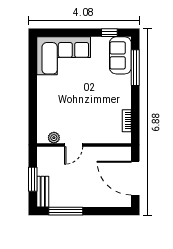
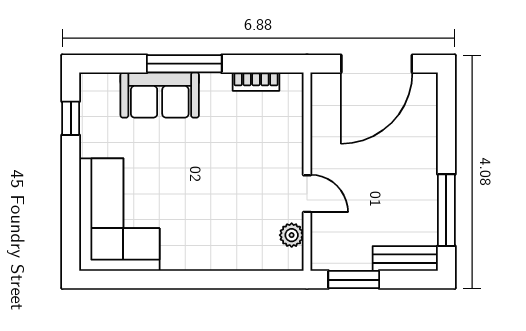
sofa: (120, 55) -> (160, 95), moved
window: (135, 68) -> (184, 64), moved
window: (33, 179) -> (354, 280), moved

